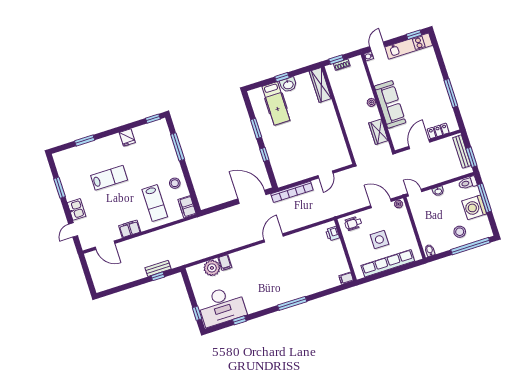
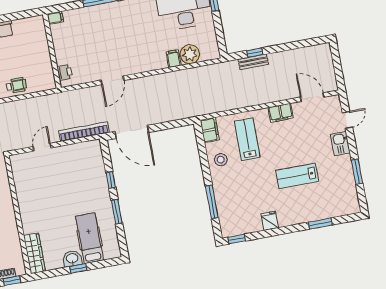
printer: (333, 234) -> (65, 72), moved
wall: (345, 250) -> (52, 51), moved
filing cabinet: (346, 278) -> (55, 18), moved

